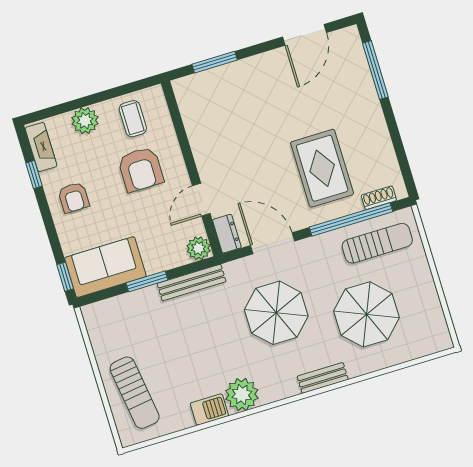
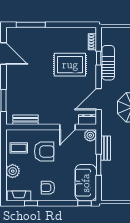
bench: (191, 115) -> (25, 120), added
armchair: (74, 197) -> (48, 188), turned 180
door: (201, 200) -> (67, 127), hinge flipped
window: (351, 219) -> (99, 58), width x0.32
sun lounger: (377, 243) -> (108, 63), moved
bench: (192, 283) -> (106, 148), width x0.73

